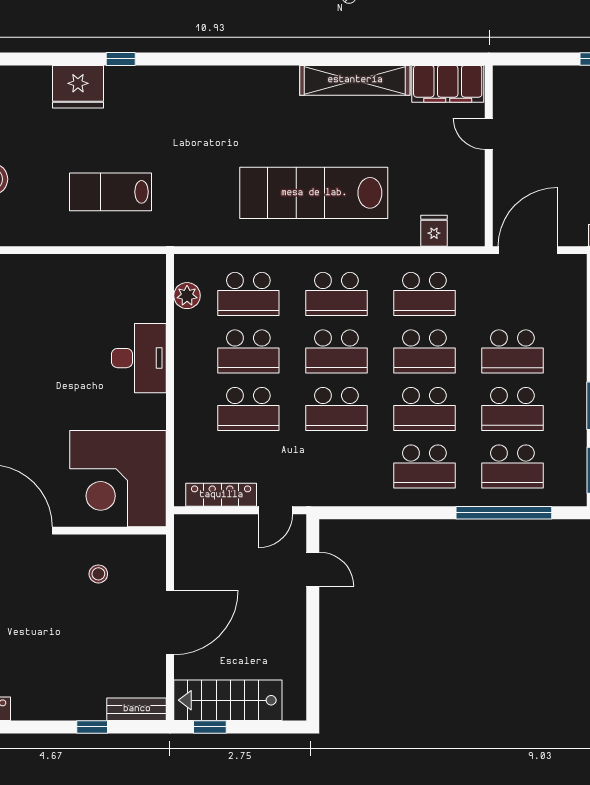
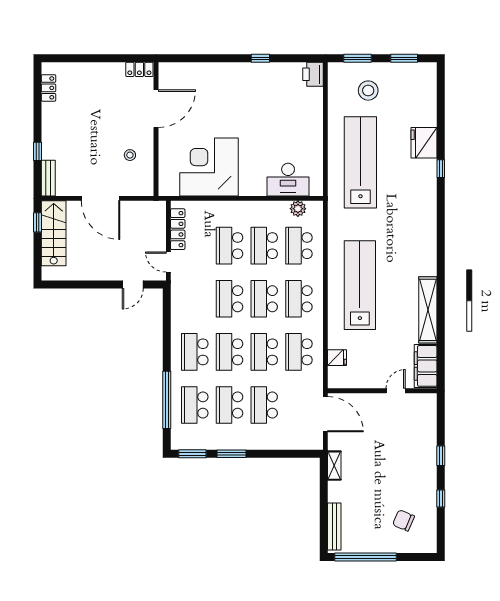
lab bench: (110, 192) -> (360, 162), width x1.86, depth x1.39
desk: (139, 358) -> (288, 180), moved
corner desk: (118, 479) -> (209, 167), moved

